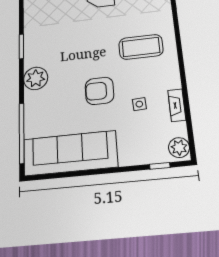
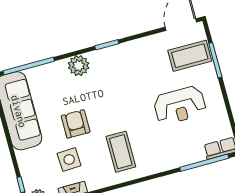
side table: (139, 104) -> (69, 160), width x1.87, depth x1.87

